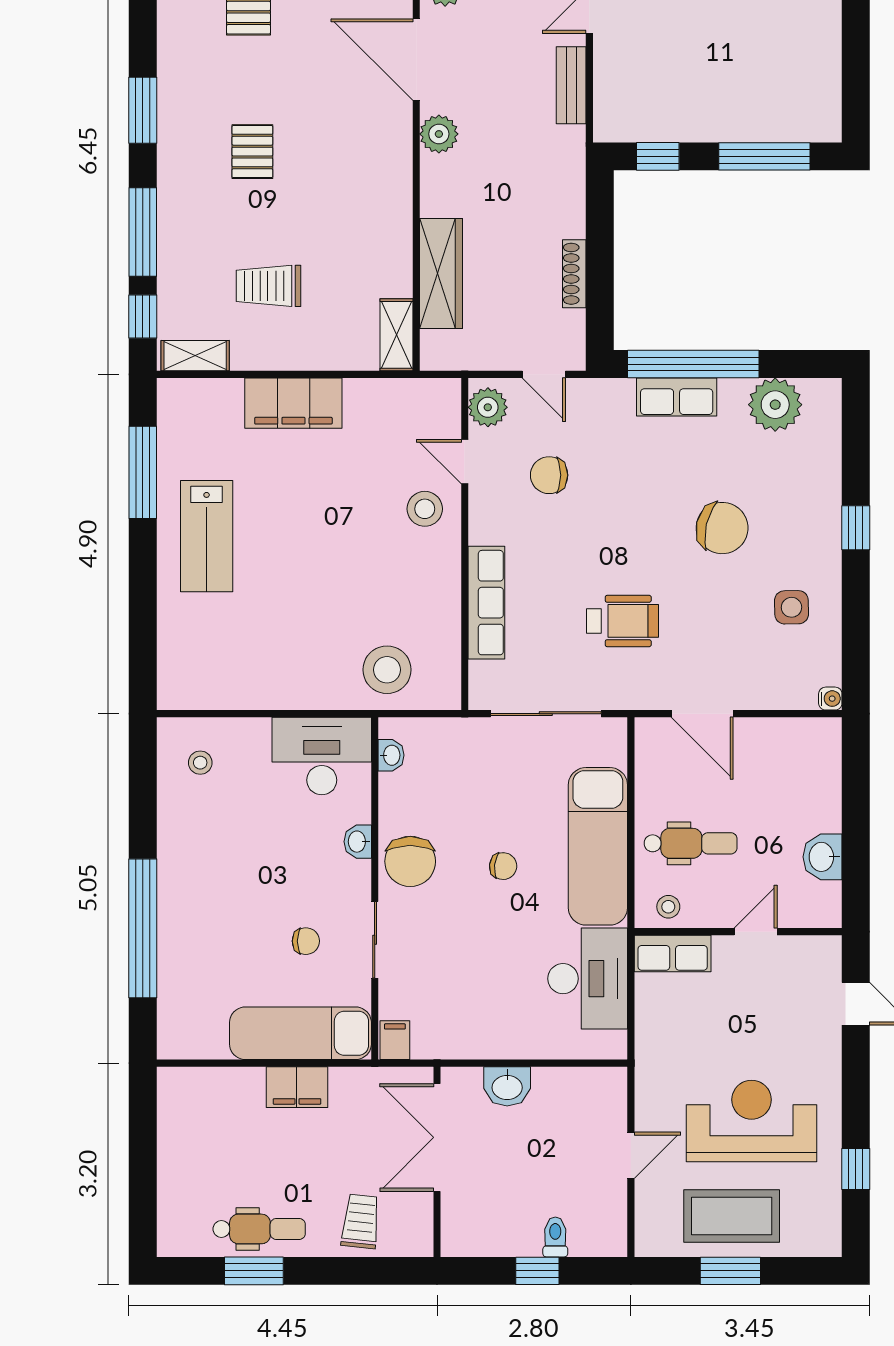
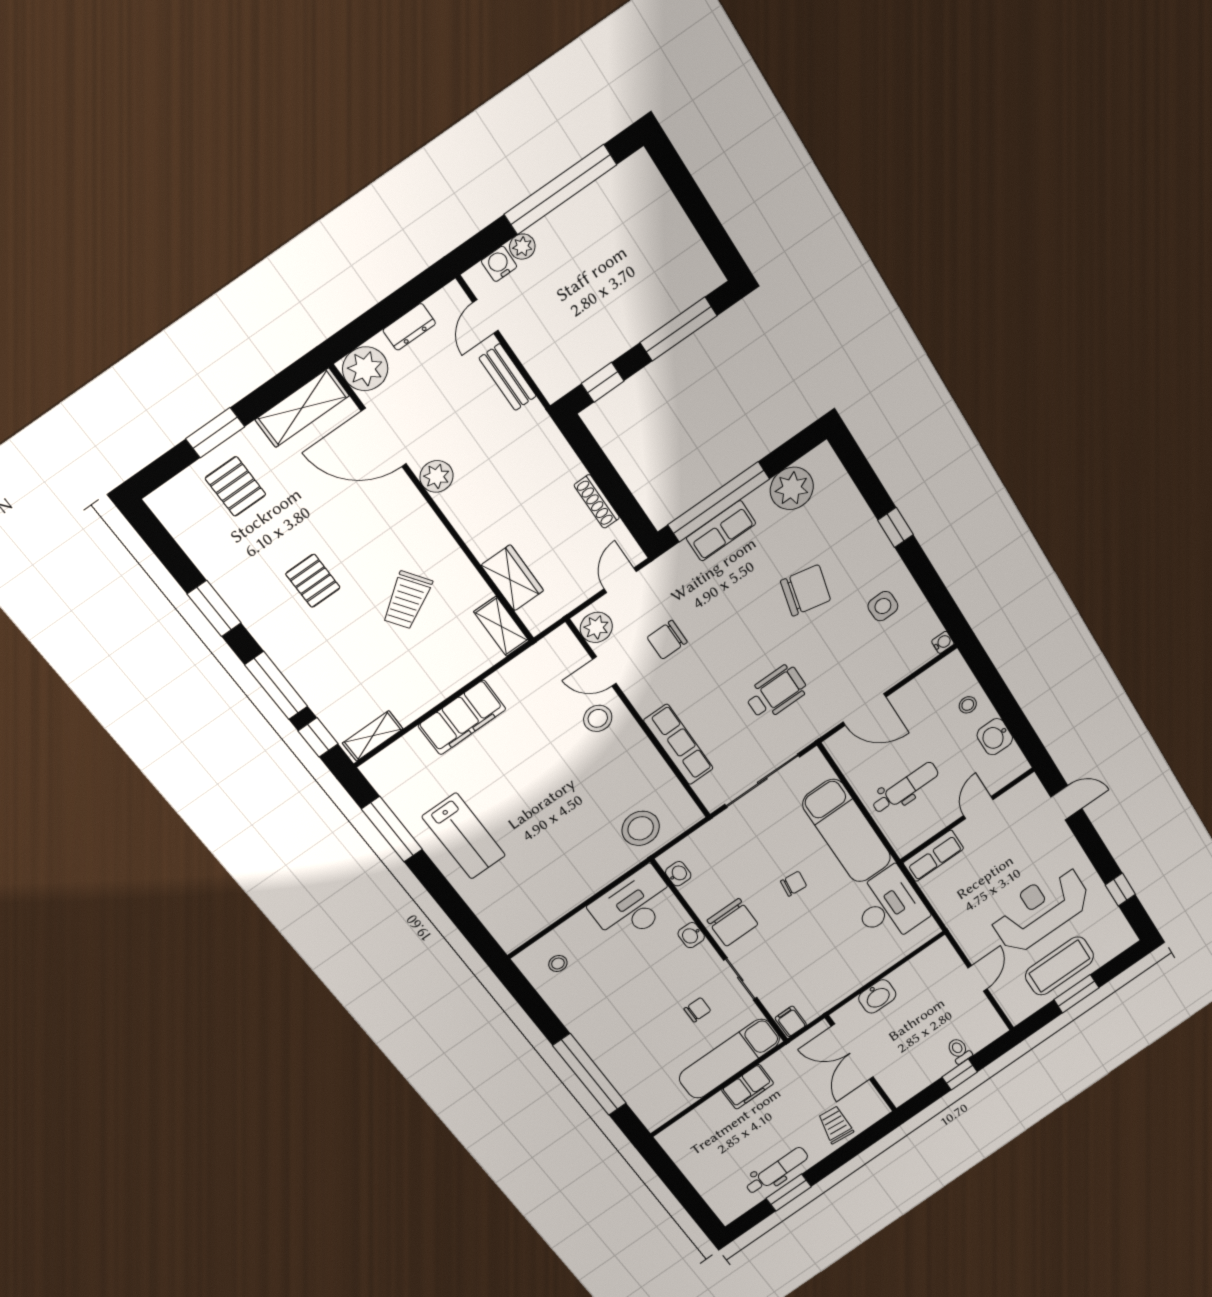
wardrobe: (441, 274) -> (512, 578), width x0.67
trolley: (268, 286) -> (407, 600), moved, turned -34
door: (544, 374) -> (620, 580), swing flipped
stool: (668, 907) -> (968, 705), moved

